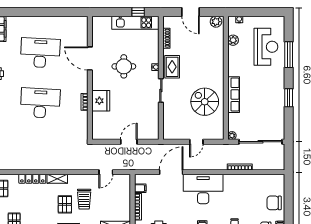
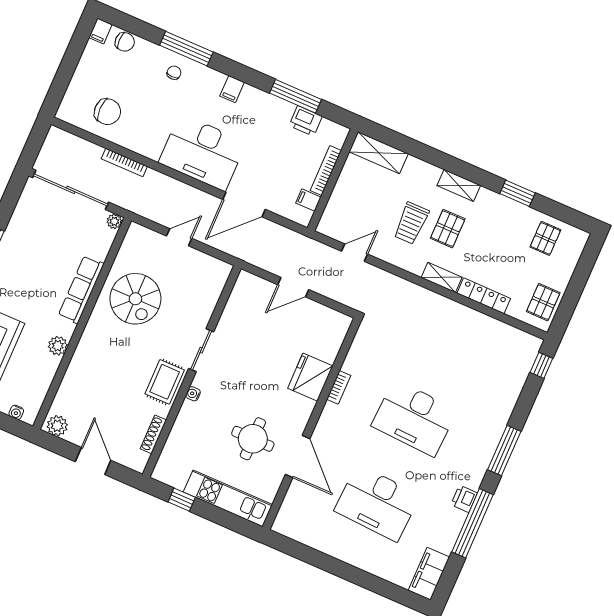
kitchen unit: (135, 23) -> (228, 498), moved
plant: (233, 40) -> (58, 346), moved
round table: (124, 66) -> (253, 439), moved
trolley: (84, 199) -> (411, 223), turned 180
chair: (274, 203) -> (107, 112), moved

